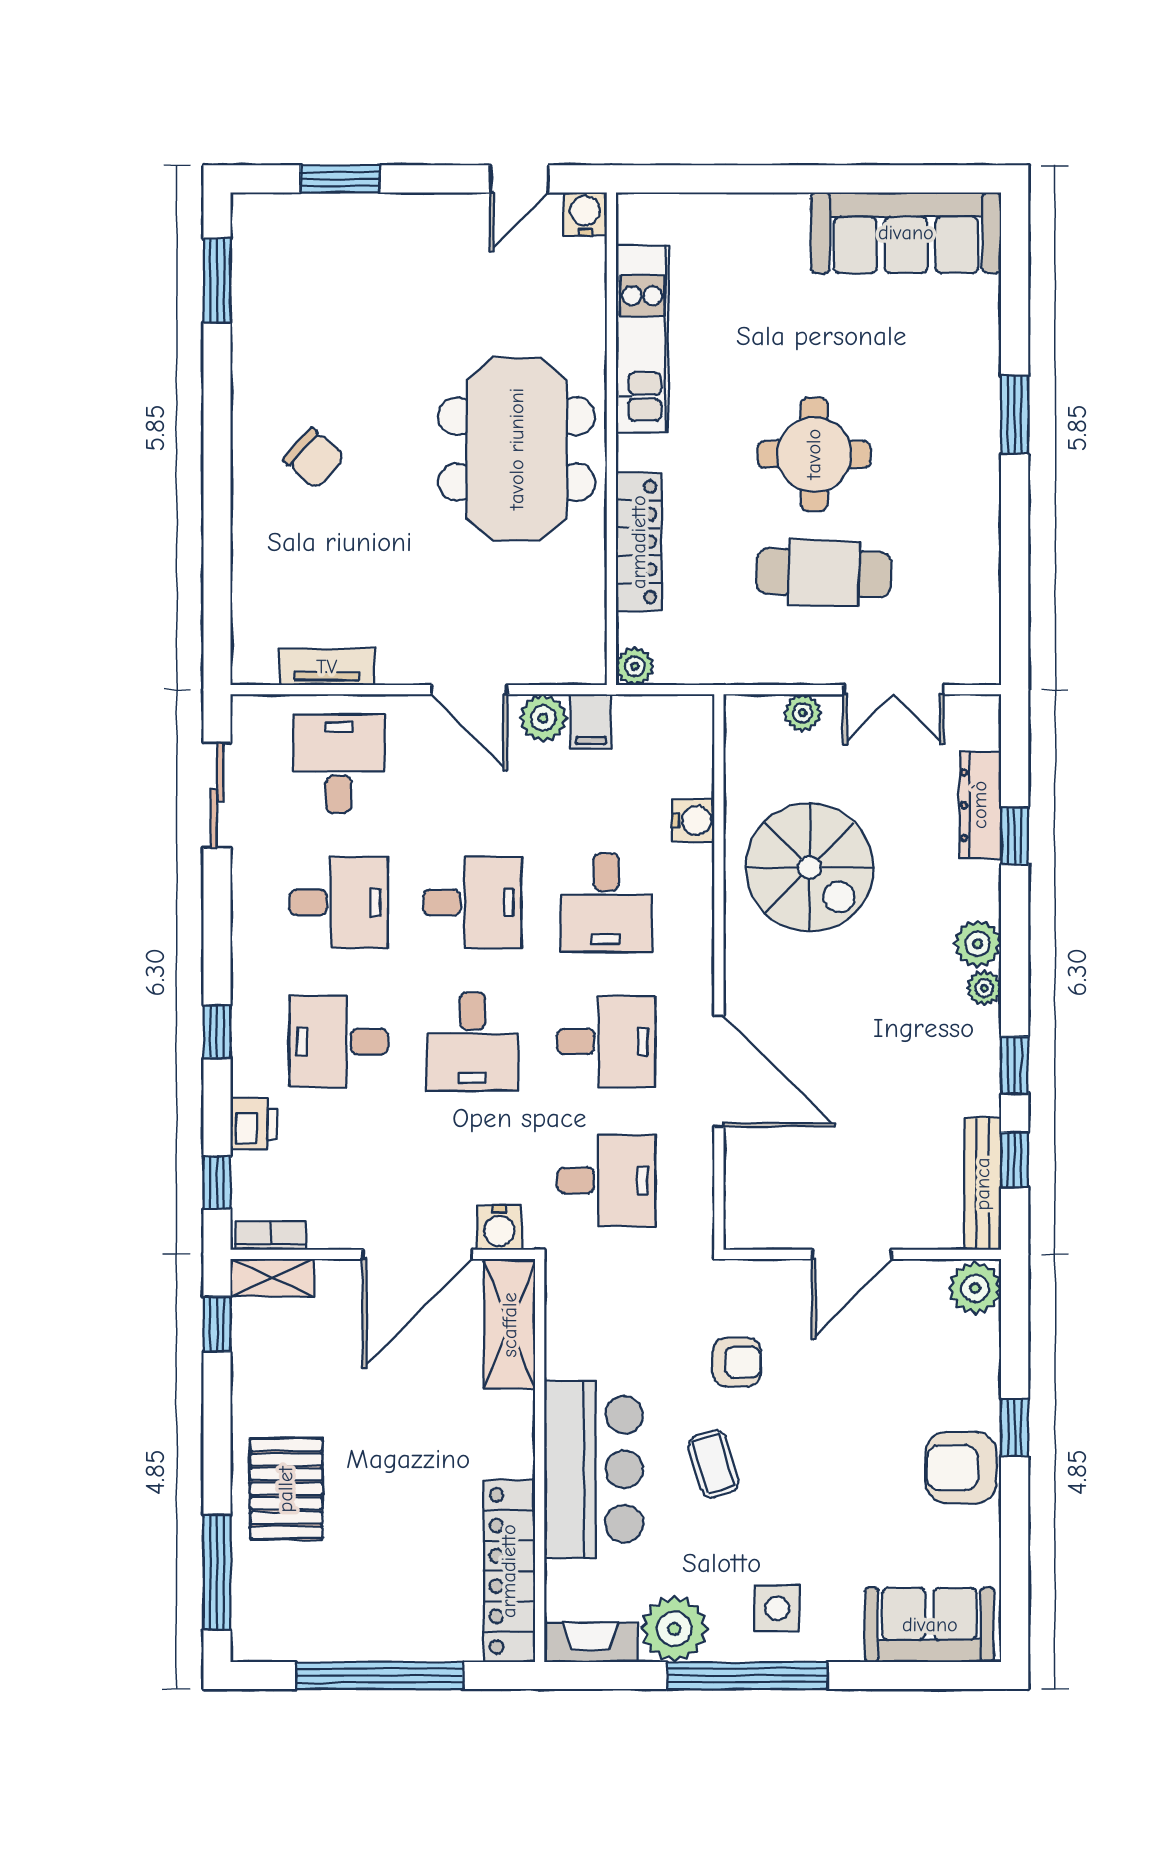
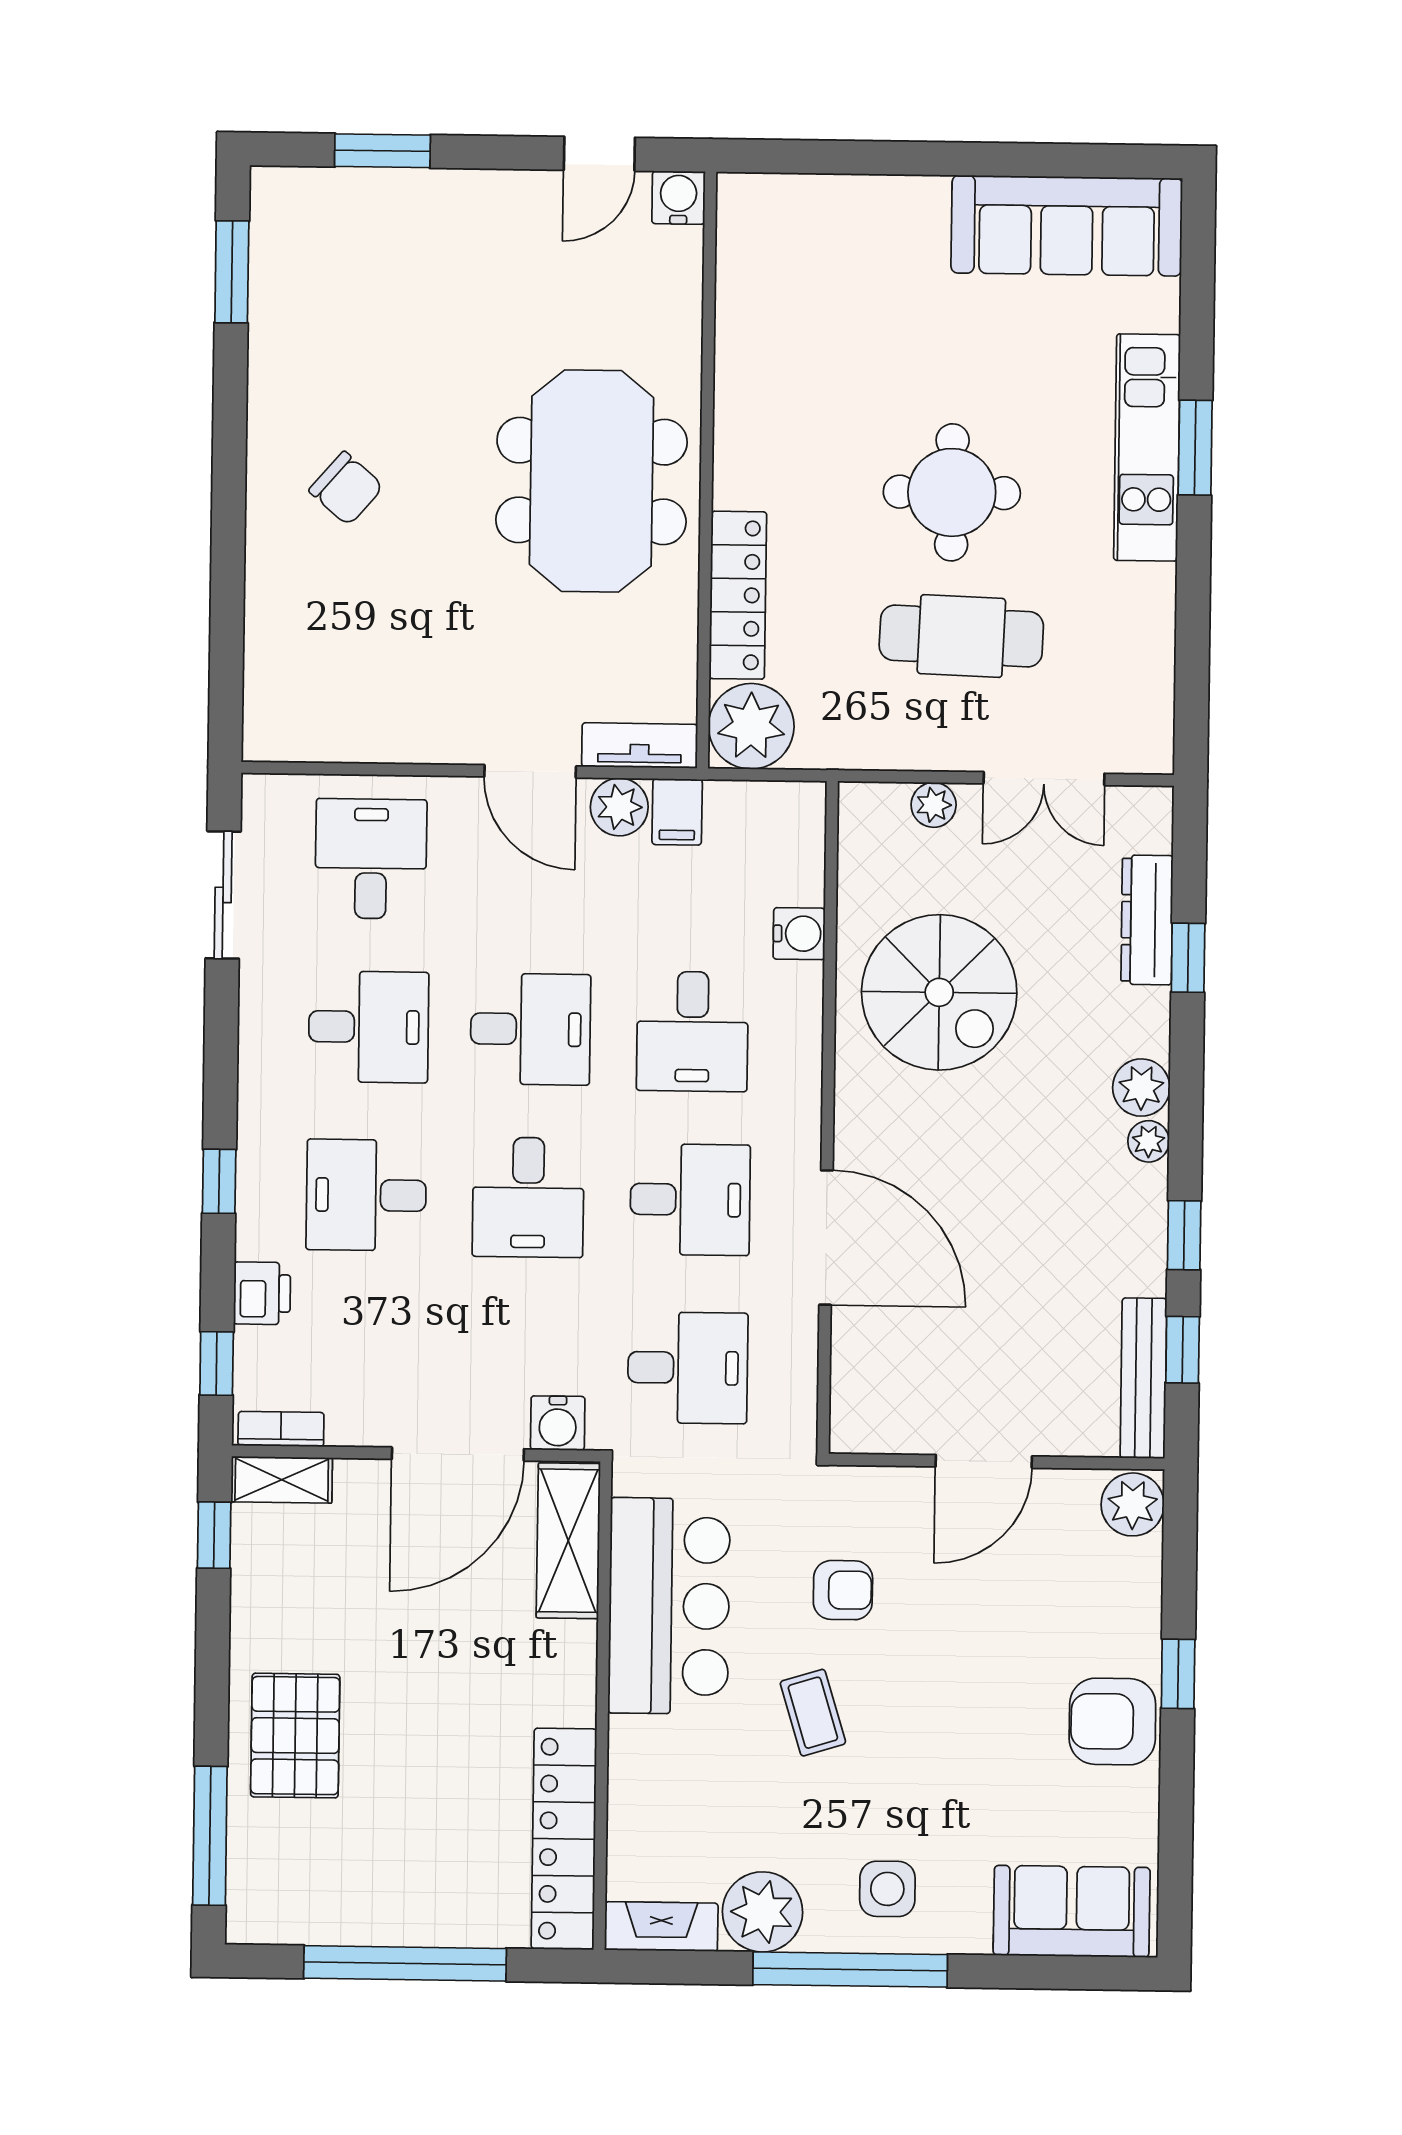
kitchen unit: (642, 339) -> (1147, 447), moved, turned 180
plant: (635, 666) -> (751, 726), width x1.87, depth x1.87
tv unit: (327, 667) -> (640, 746), moved
bar counter: (594, 1469) -> (669, 1606), moved

